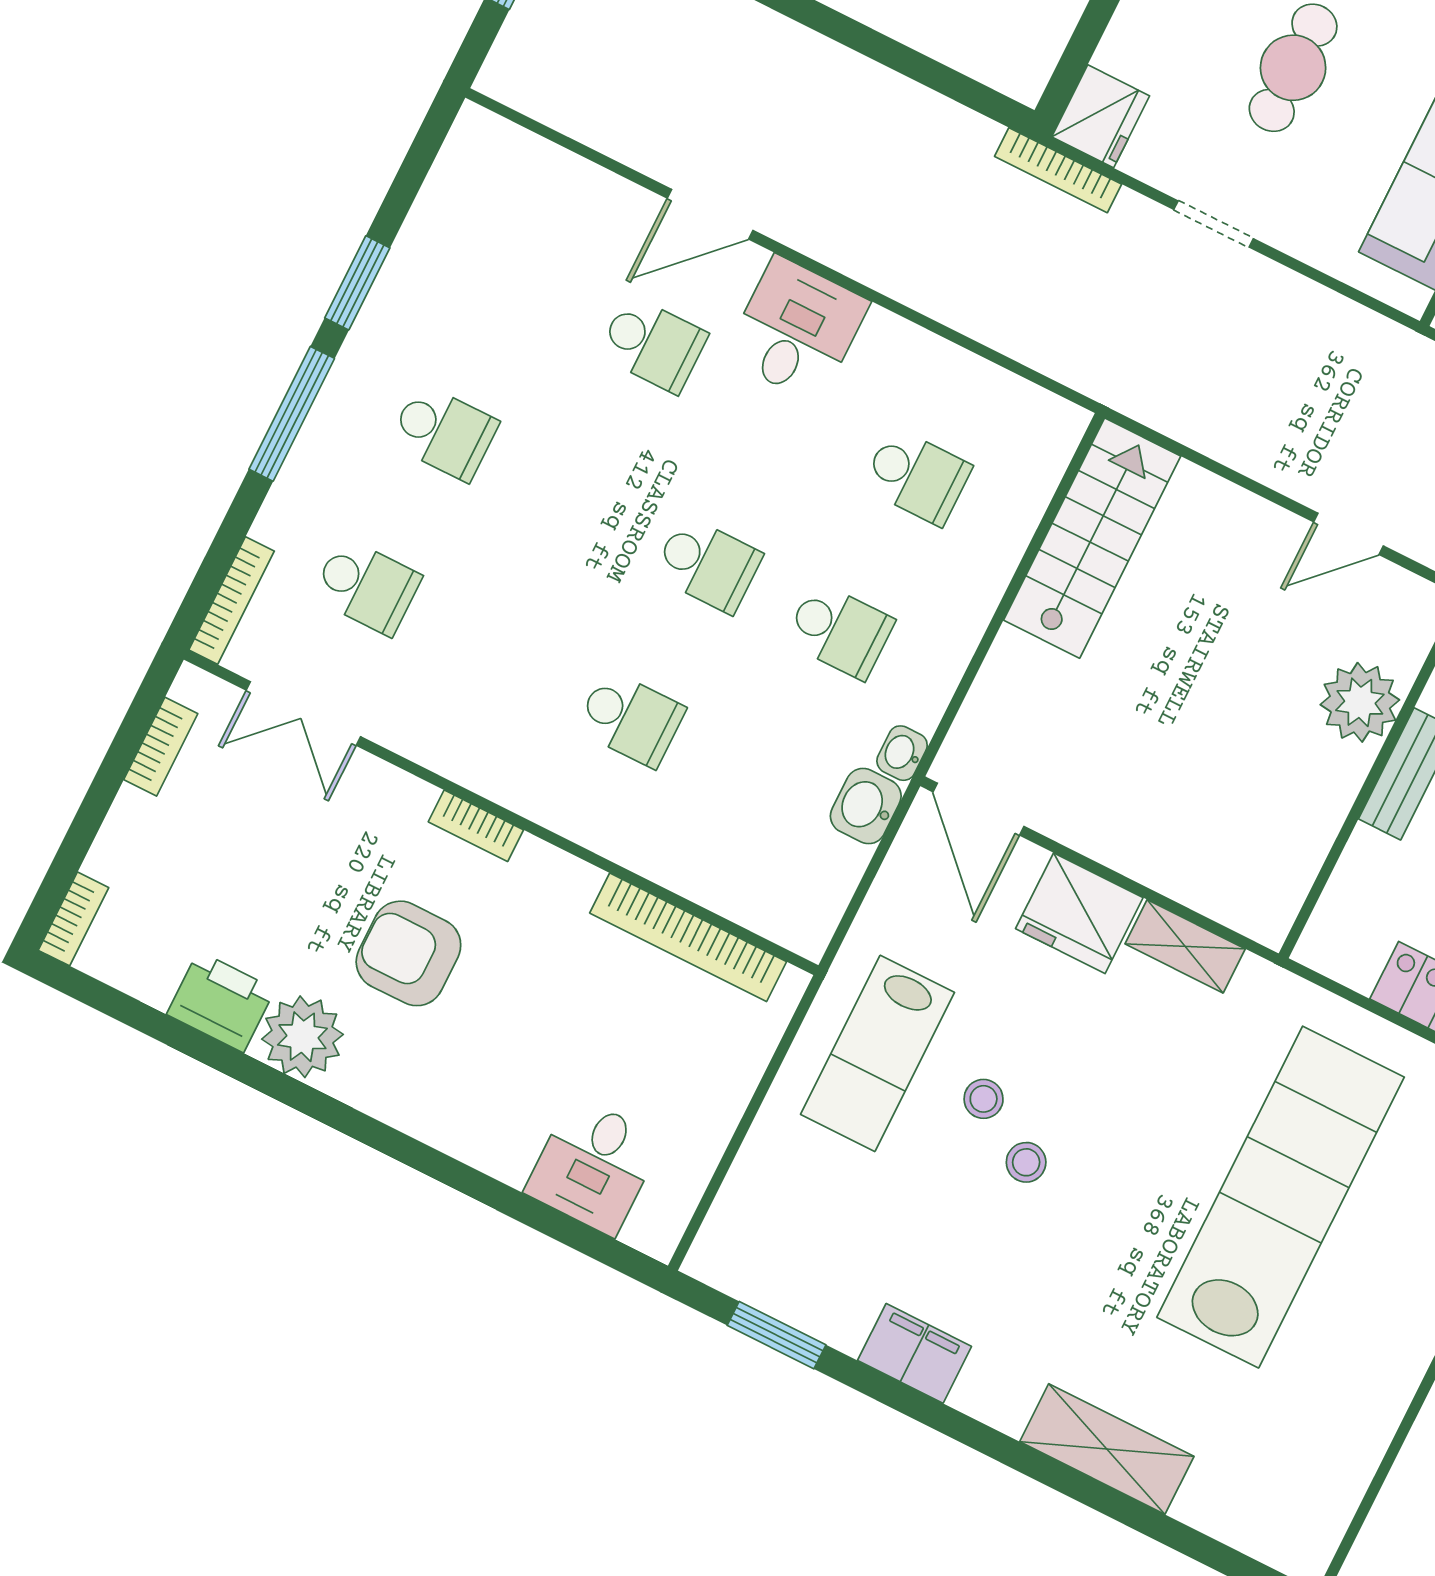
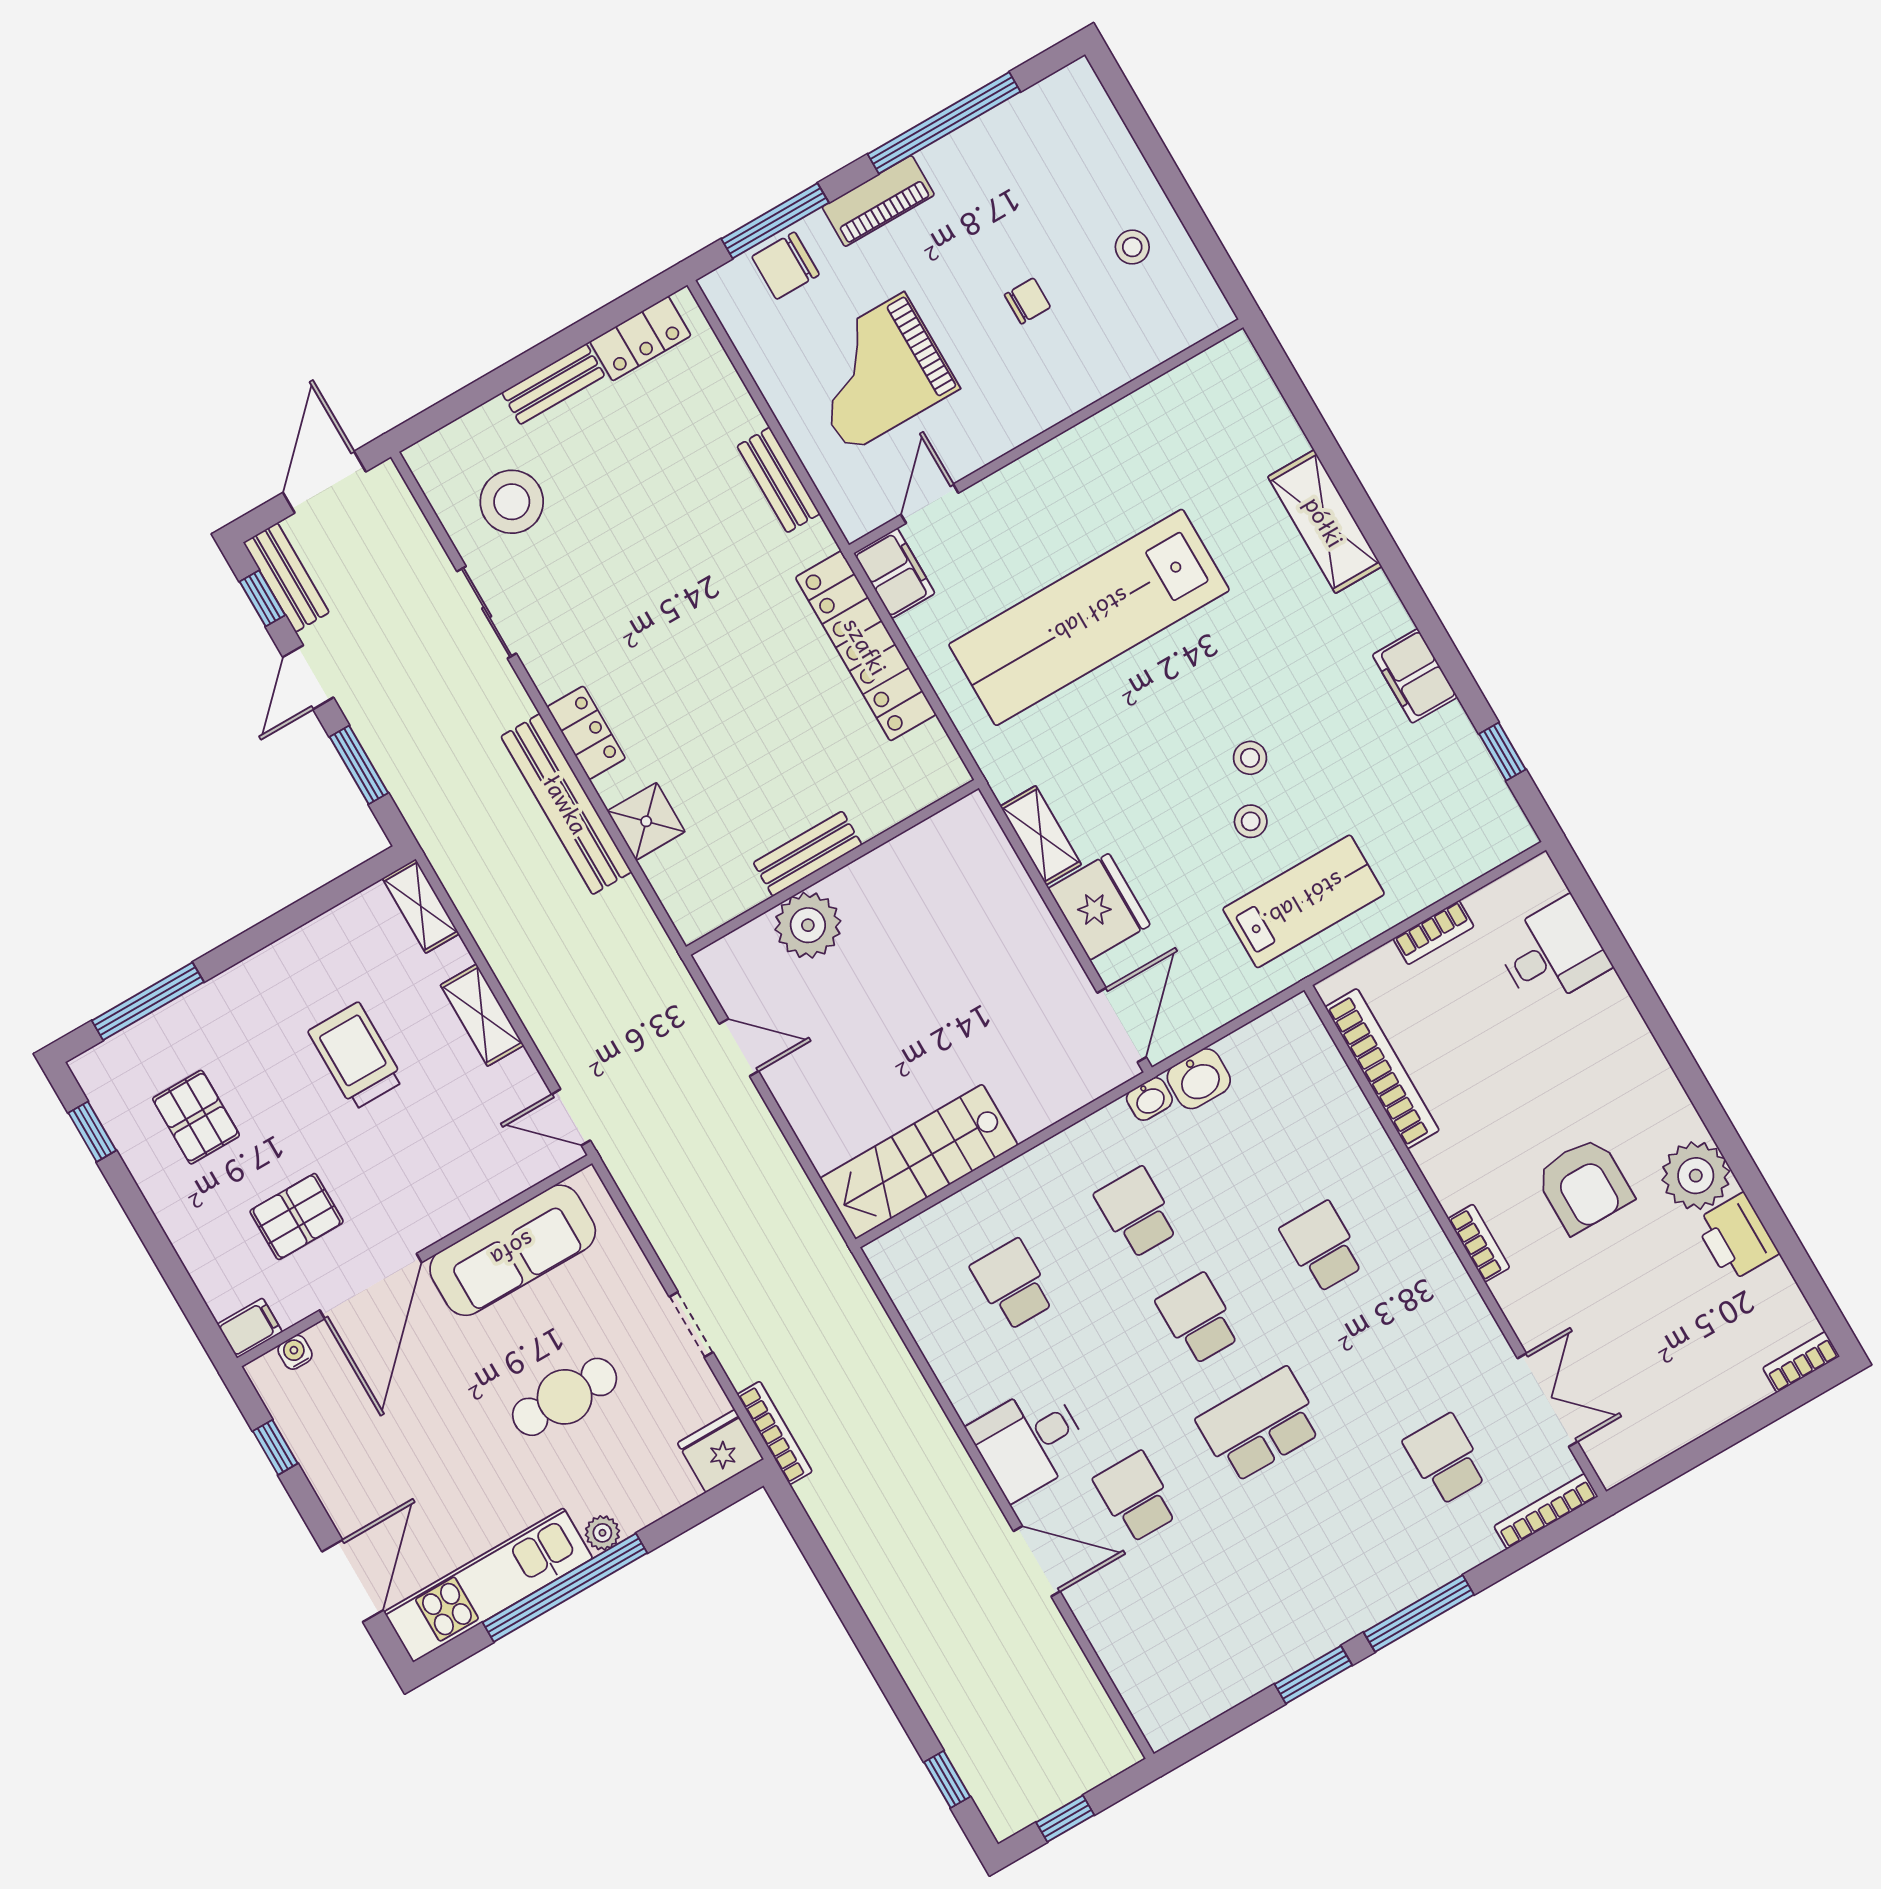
school desk: (444, 432) -> (1260, 1425), moved, width x1.85
bookcase: (161, 747) -> (1433, 933), moved, turned 180
window: (777, 1335) -> (1502, 752), width x0.67

